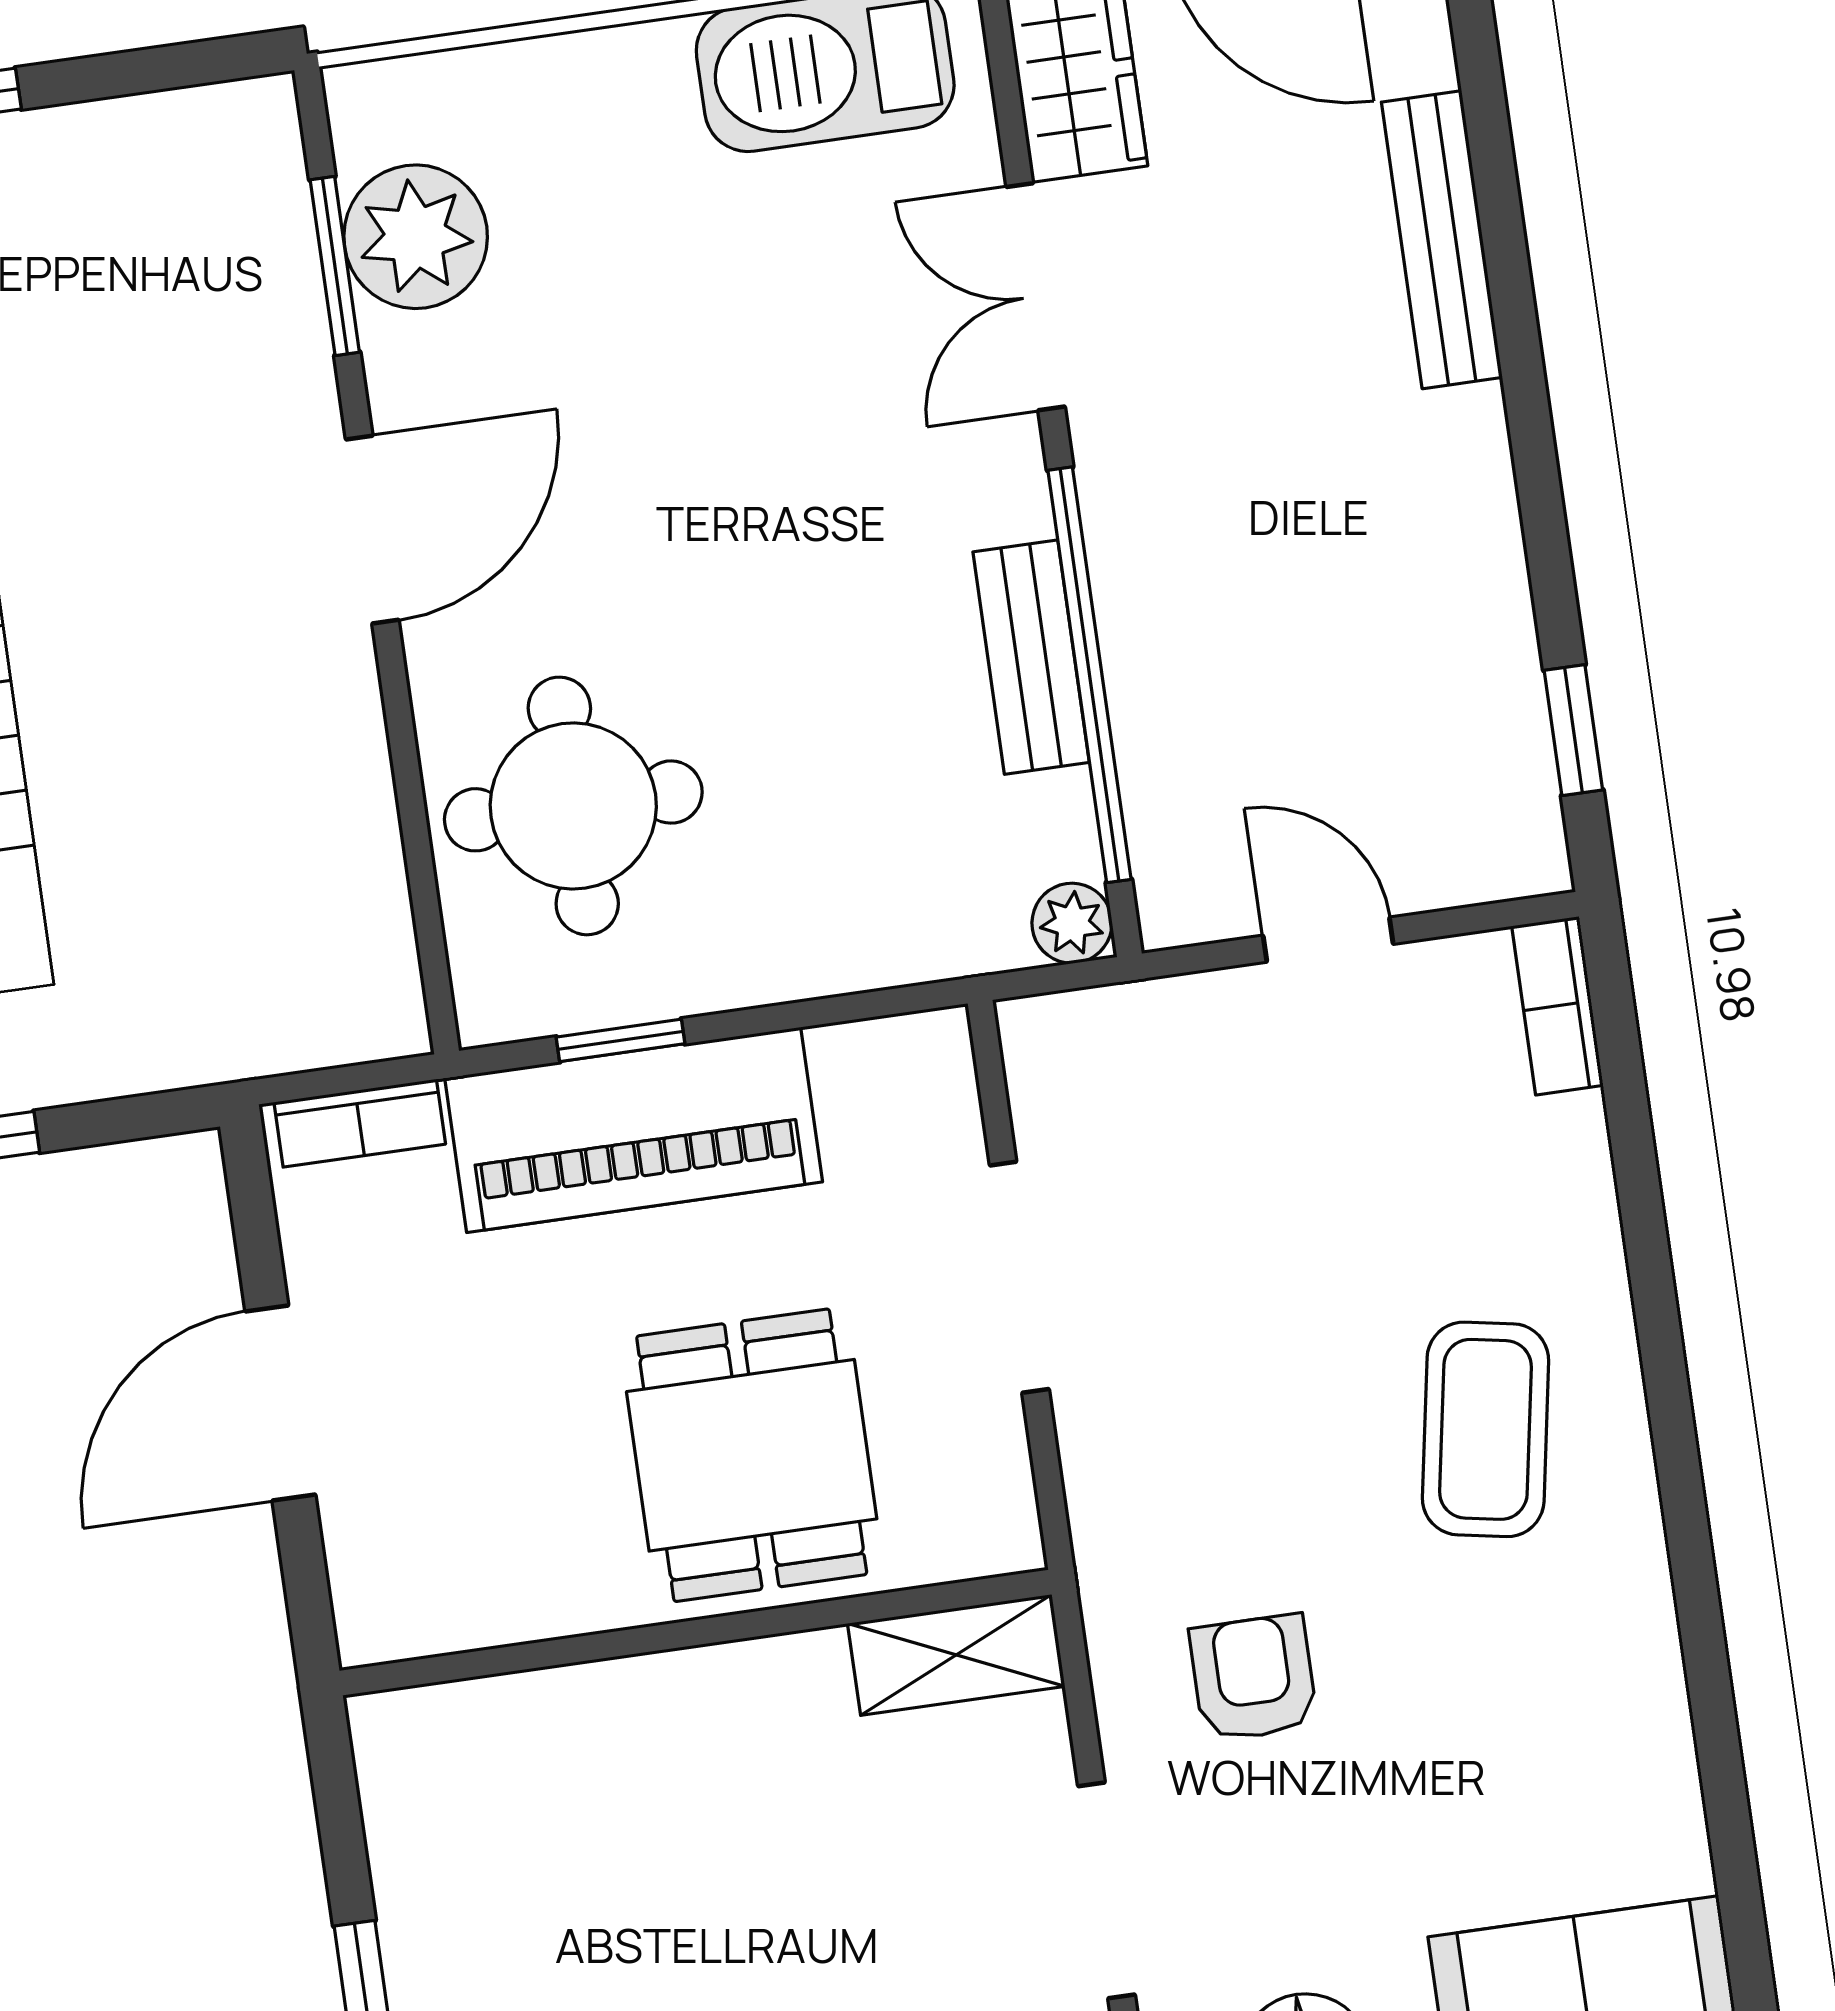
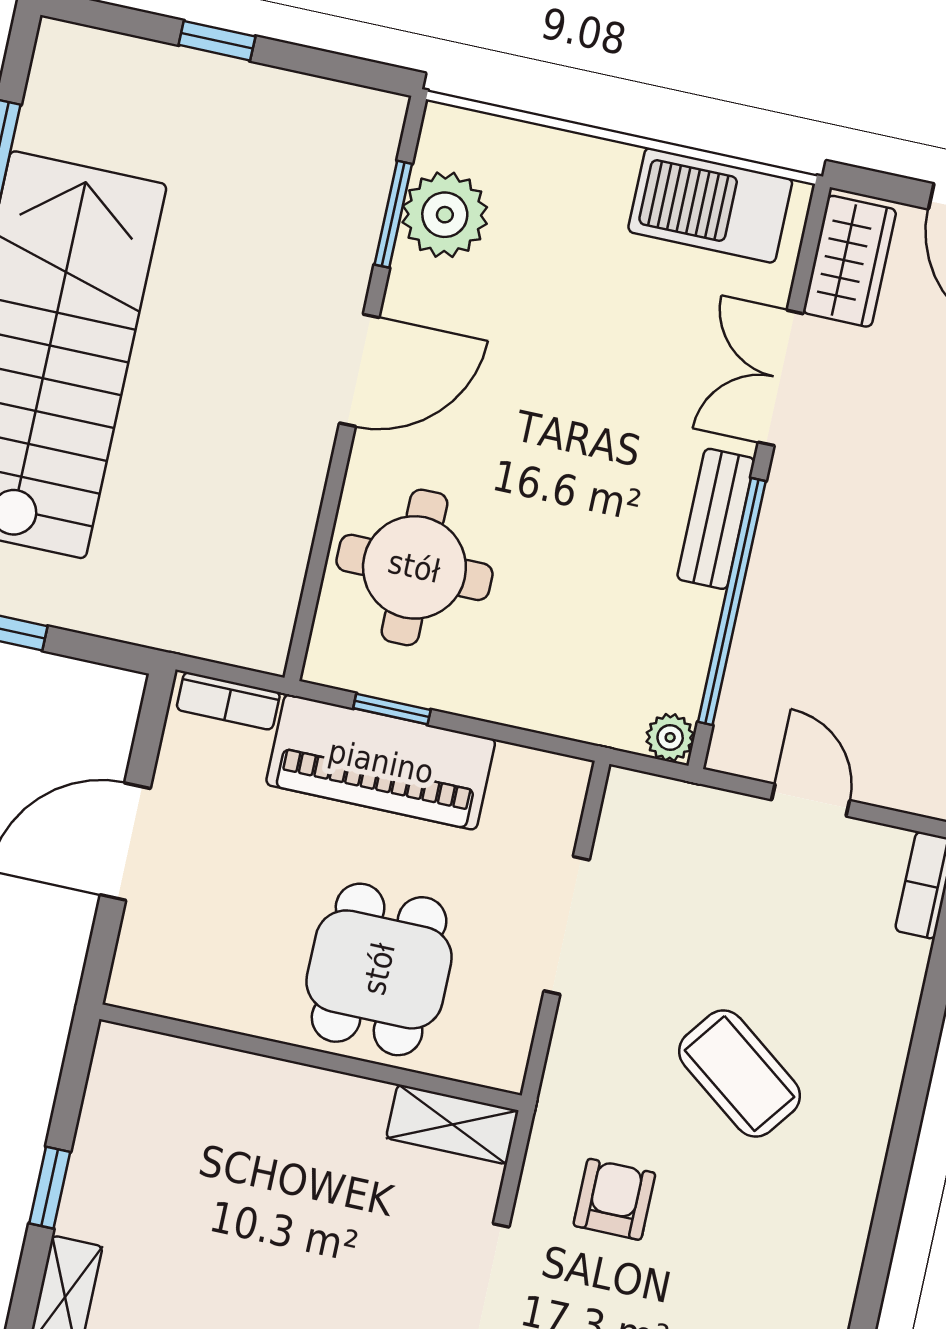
bench: (1031, 657) -> (716, 519), moved
coffee table: (1486, 1429) -> (740, 1074), moved, turned -63

